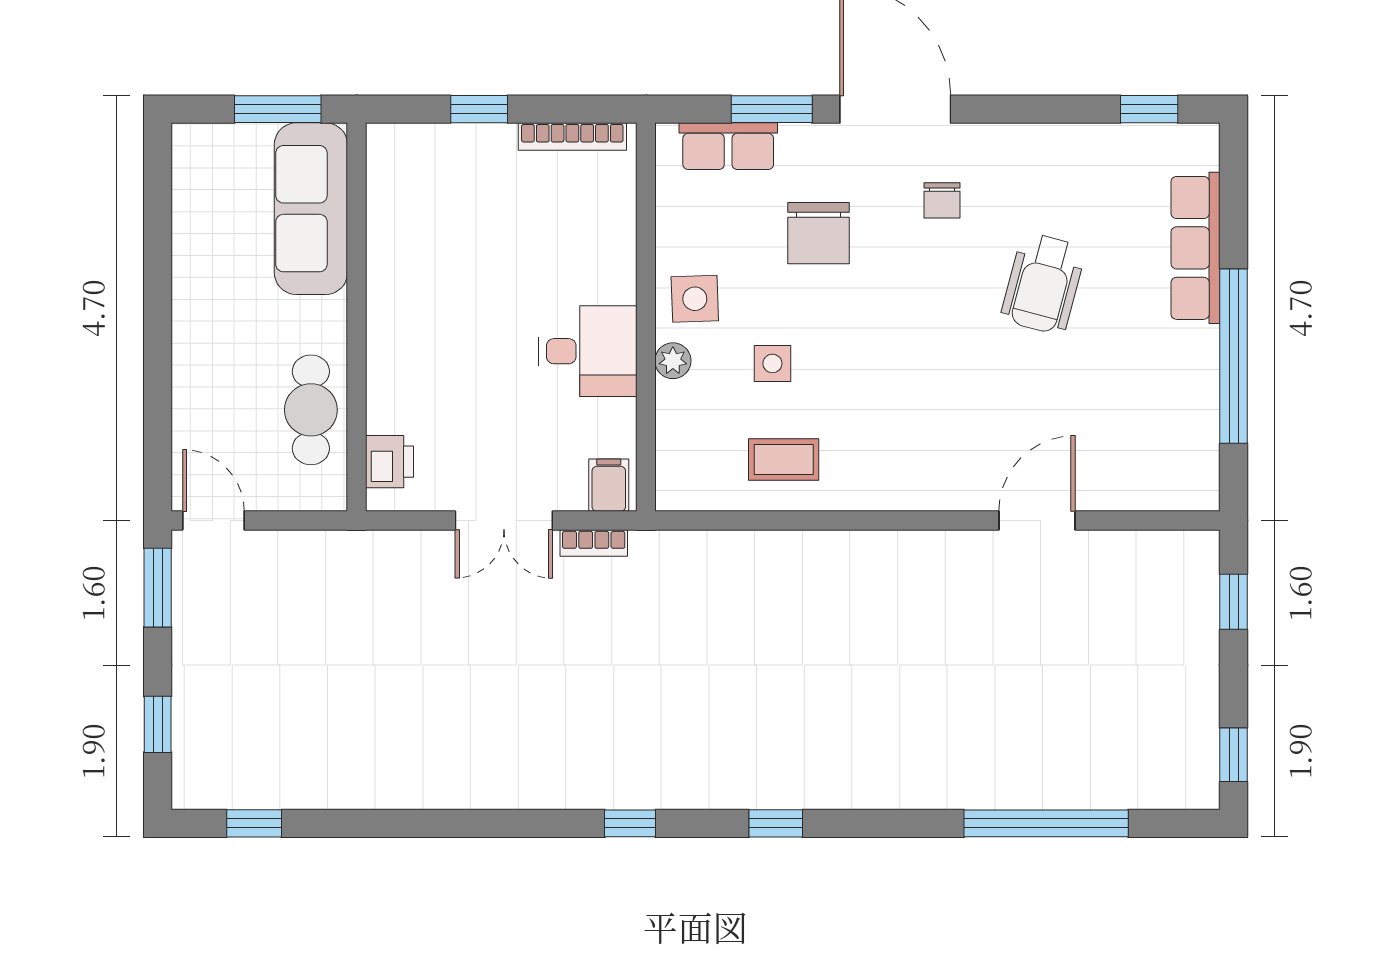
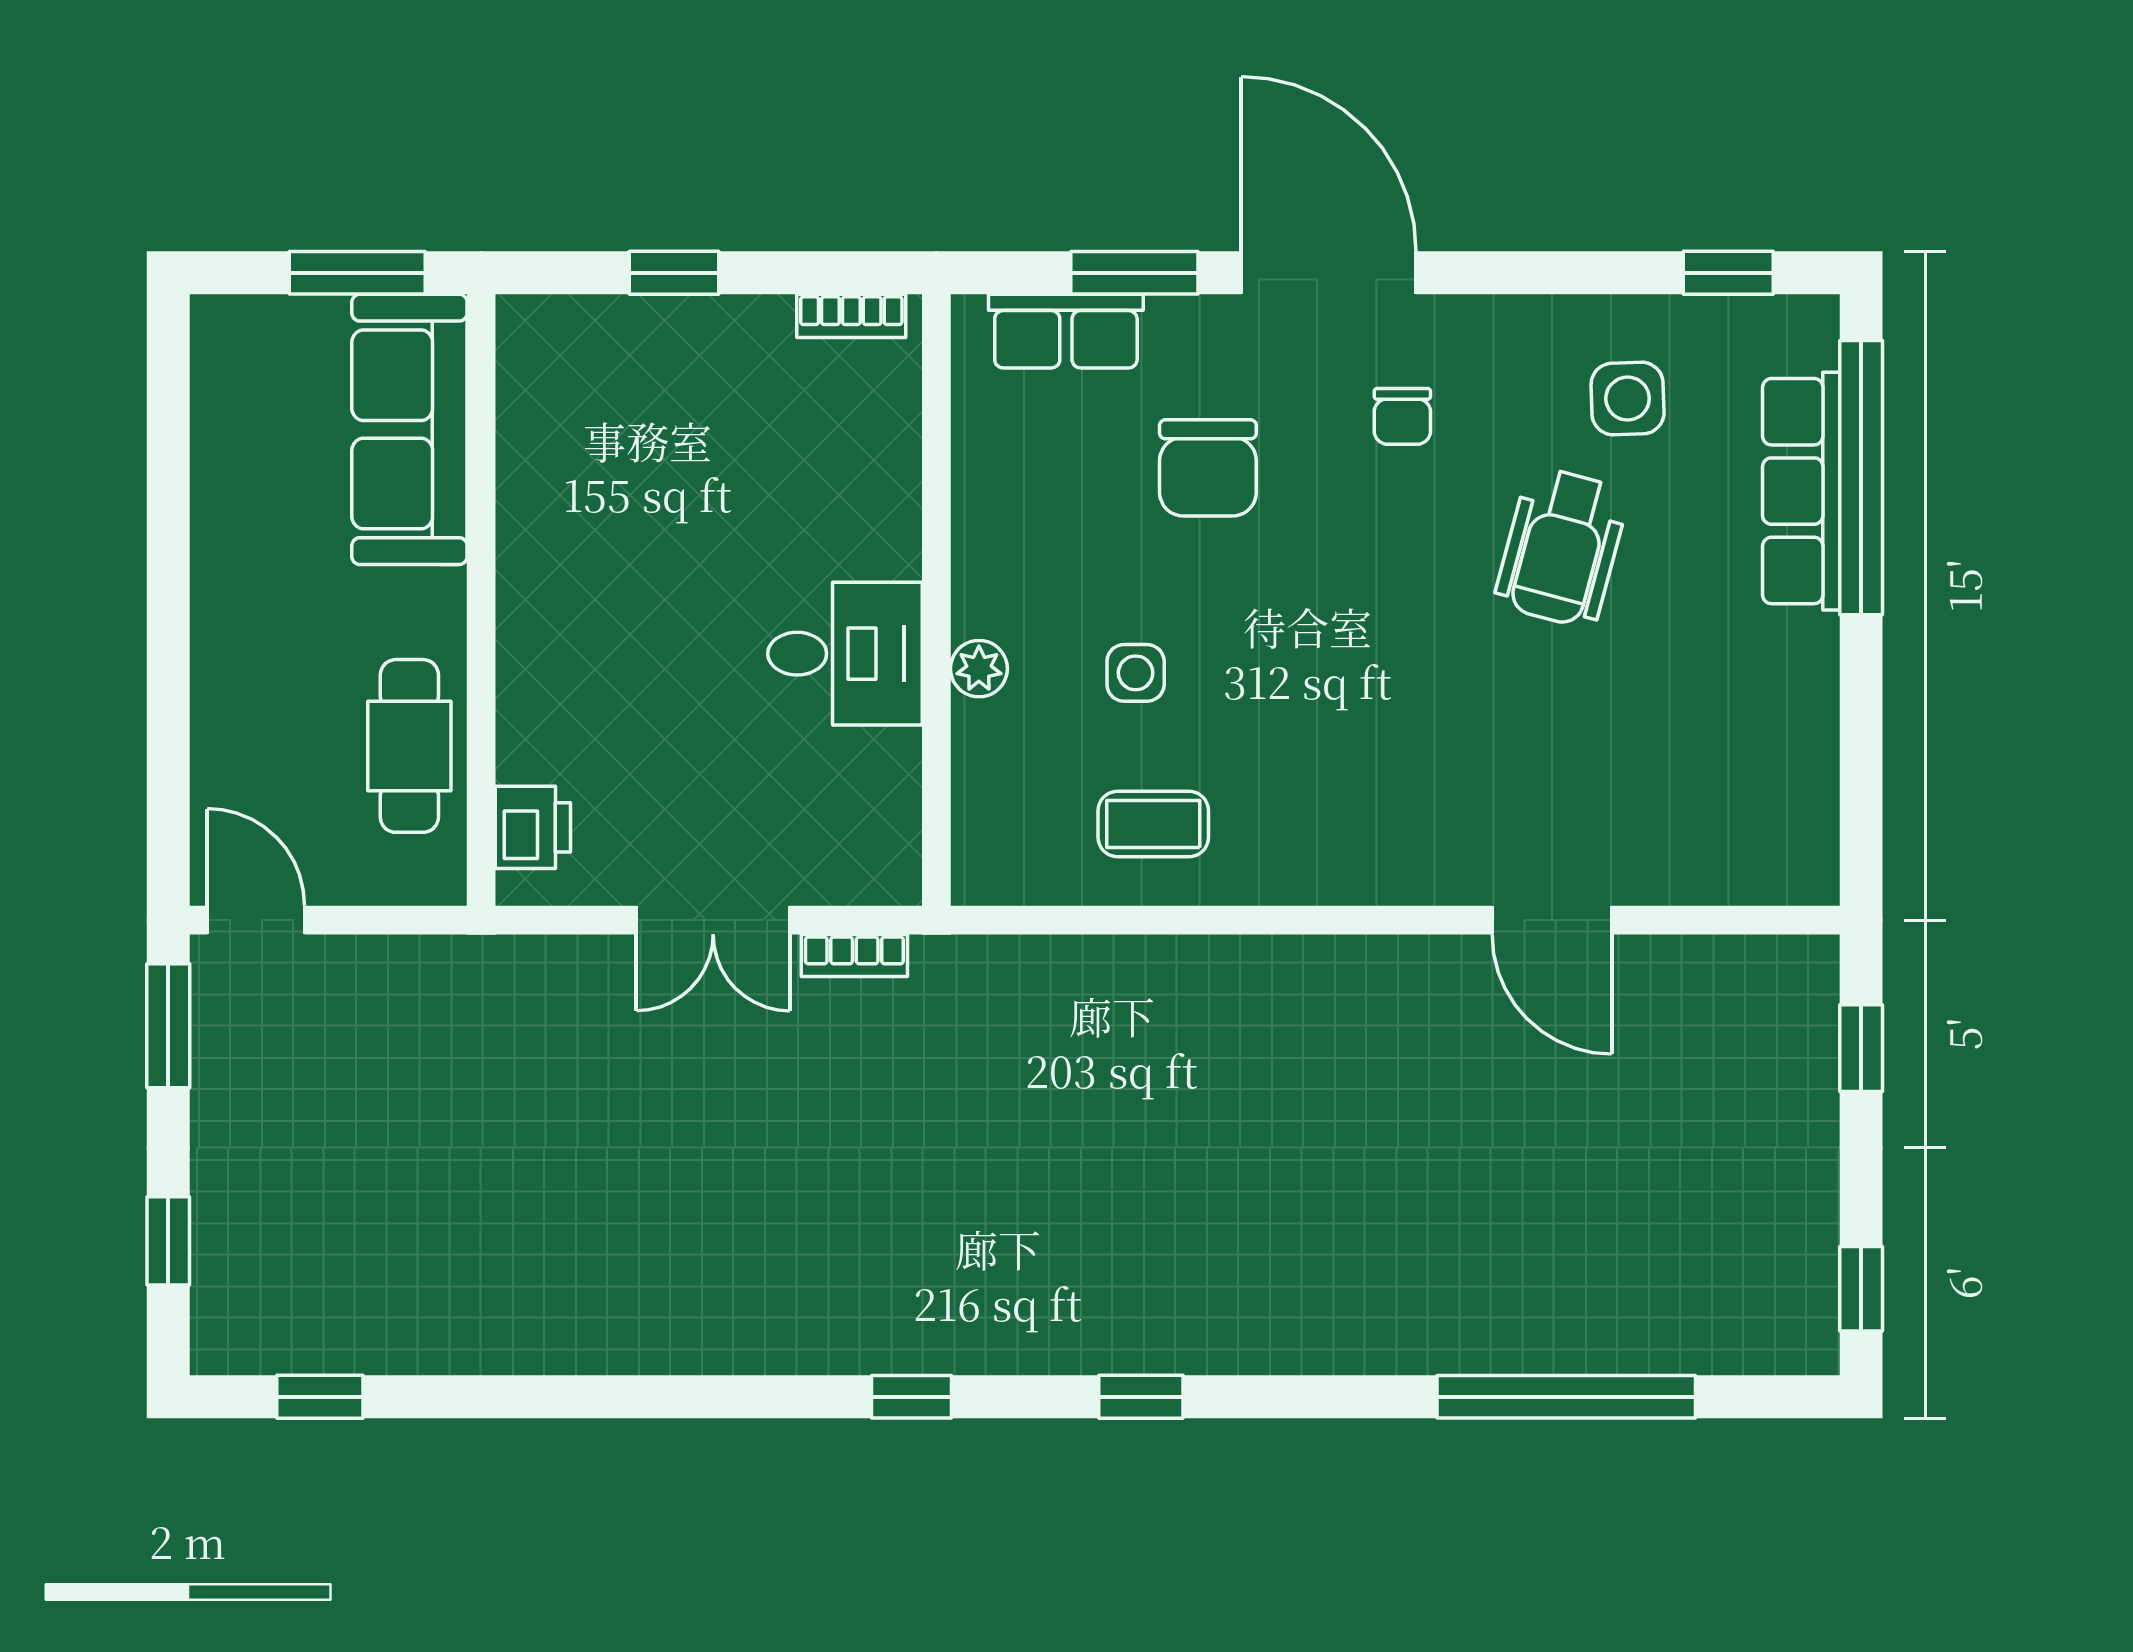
bookcase: (572, 137) -> (851, 316), width x0.64
side table: (695, 299) -> (1628, 399), moved
window: (1234, 356) -> (1861, 478), moved
filing cabinet: (609, 485) -> (878, 864), removed
door: (1037, 521) -> (1552, 920), swing flipped

